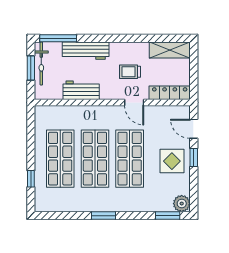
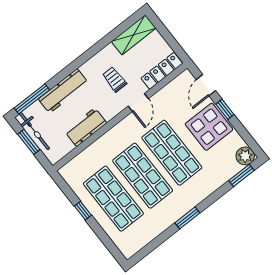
trolley: (130, 72) -> (115, 79), turned 90
door: (134, 102) -> (138, 102), hinge flipped
door: (194, 129) -> (206, 85), hinge flipped
display table: (172, 161) -> (209, 127), width x1.36, depth x1.36
window: (31, 179) -> (83, 211), moved

